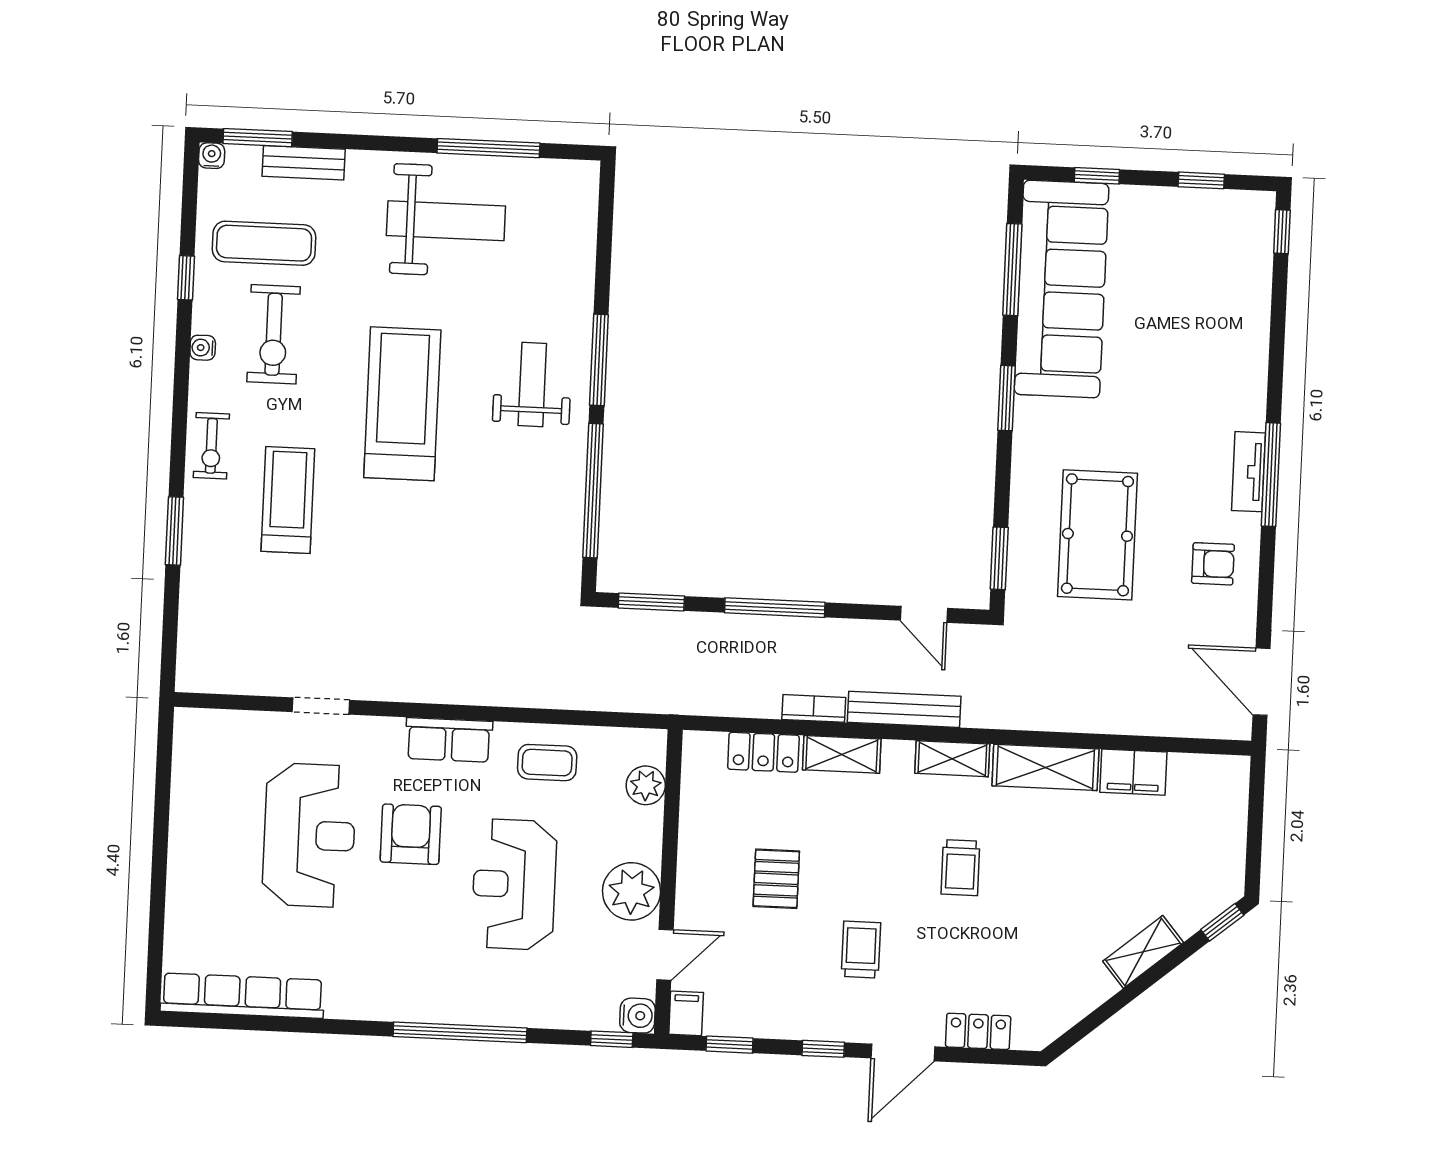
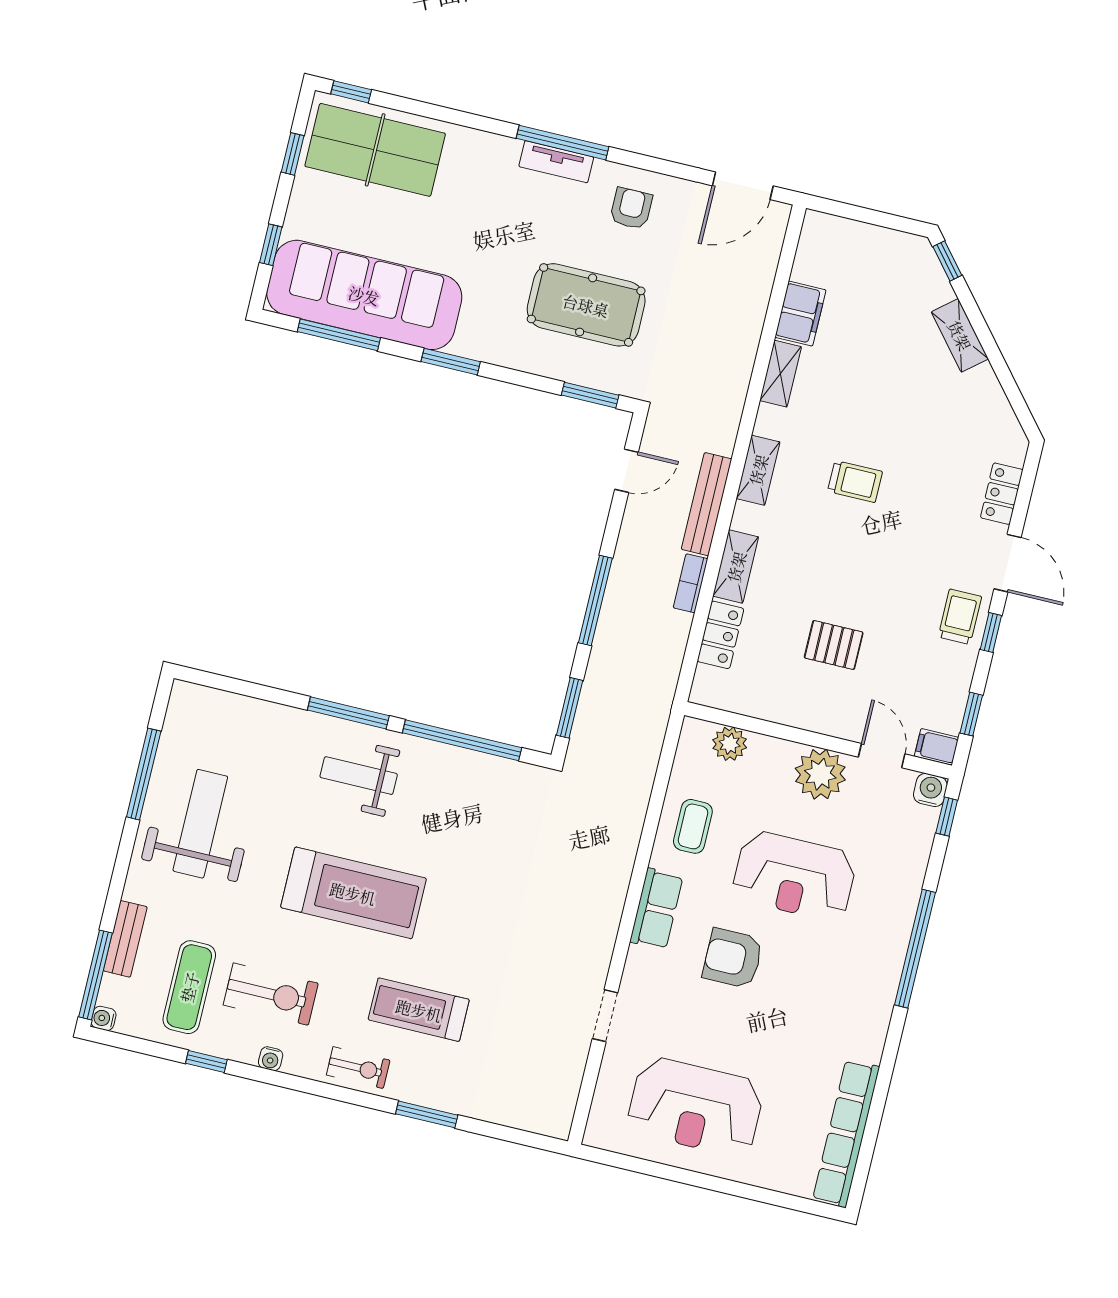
window: (258, 138) -> (95, 975), width x1.44
table tennis table: (1223, 270) -> (375, 150), added
treadmill: (402, 404) -> (353, 893), turned 180
shelving: (1045, 767) -> (781, 374), width x0.67, depth x0.75
reception desk: (309, 835) -> (695, 1107), moved, turned 180
trolley: (861, 950) -> (960, 617), moved, turned 90

